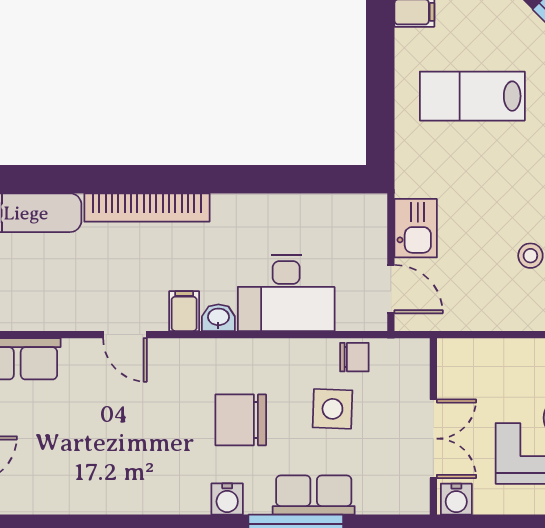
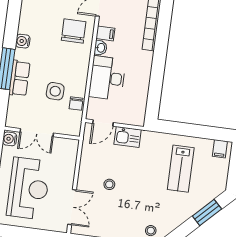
lab bench: (472, 96) -> (181, 169), turned 180
chair: (241, 420) -> (74, 31), moved

